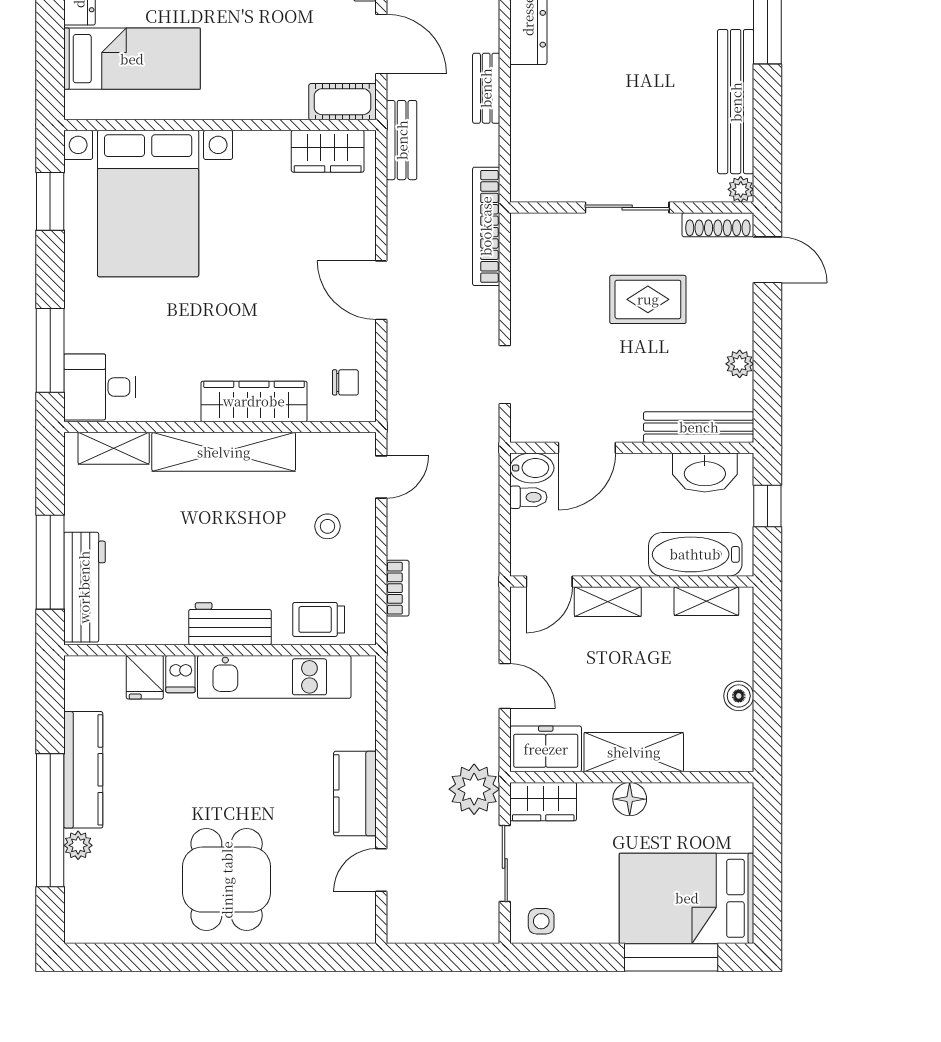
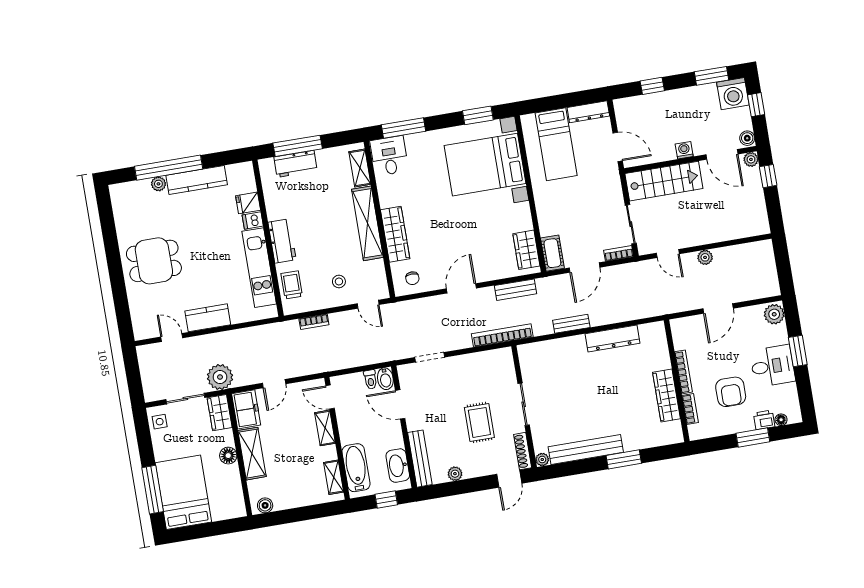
bench: (402, 140) -> (516, 290), moved
workbench: (84, 587) -> (296, 164), width x0.73
boiler: (739, 696) -> (265, 505), moved

